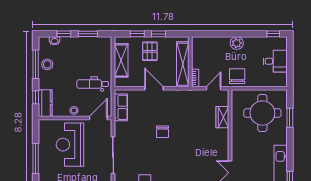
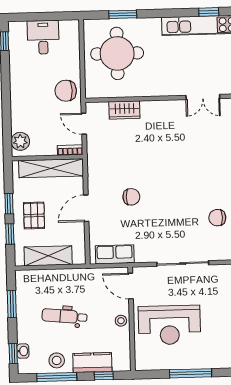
window: (64, 34) -> (13, 354), moved
plant: (237, 43) -> (20, 141), moved
pallet: (150, 51) -> (34, 215), turned 90
dental chair: (93, 84) -> (65, 316), moved, turned 96
kitchen counter: (45, 103) -> (92, 362), moved
chair: (163, 132) -> (131, 197), moved

